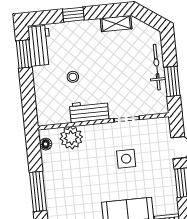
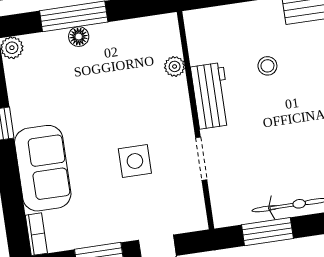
plant: (71, 138) -> (175, 66), width x0.53, depth x0.53
floor lamp: (46, 144) -> (79, 37), moved

